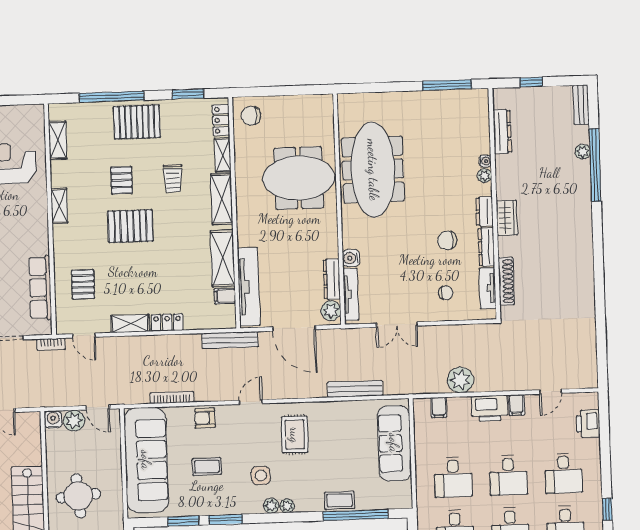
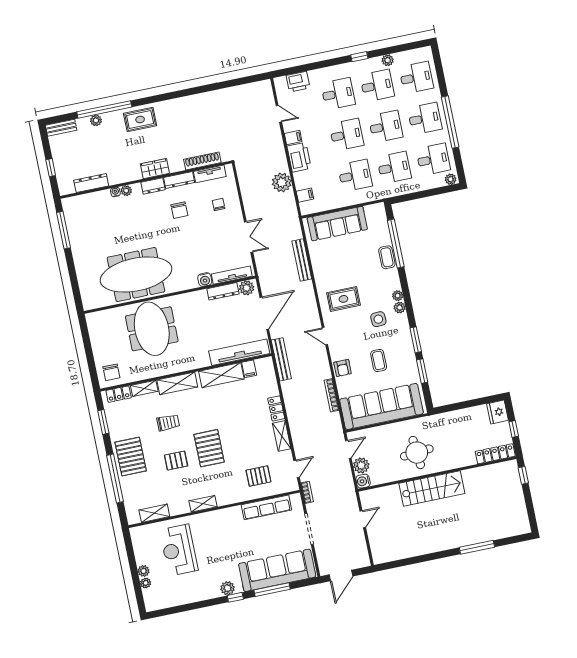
rug: (574, 209) -> (140, 120), added

